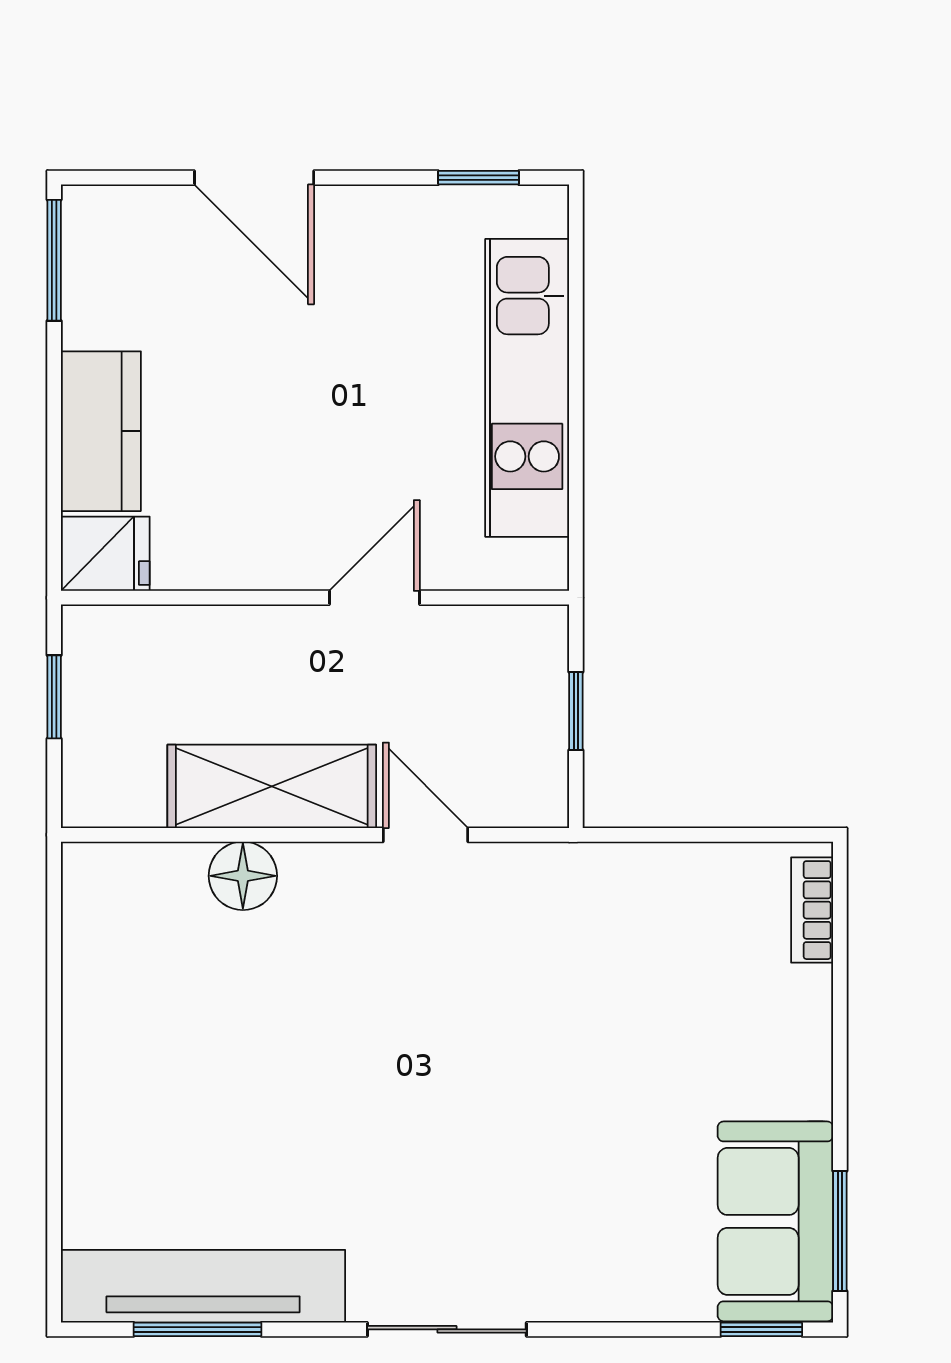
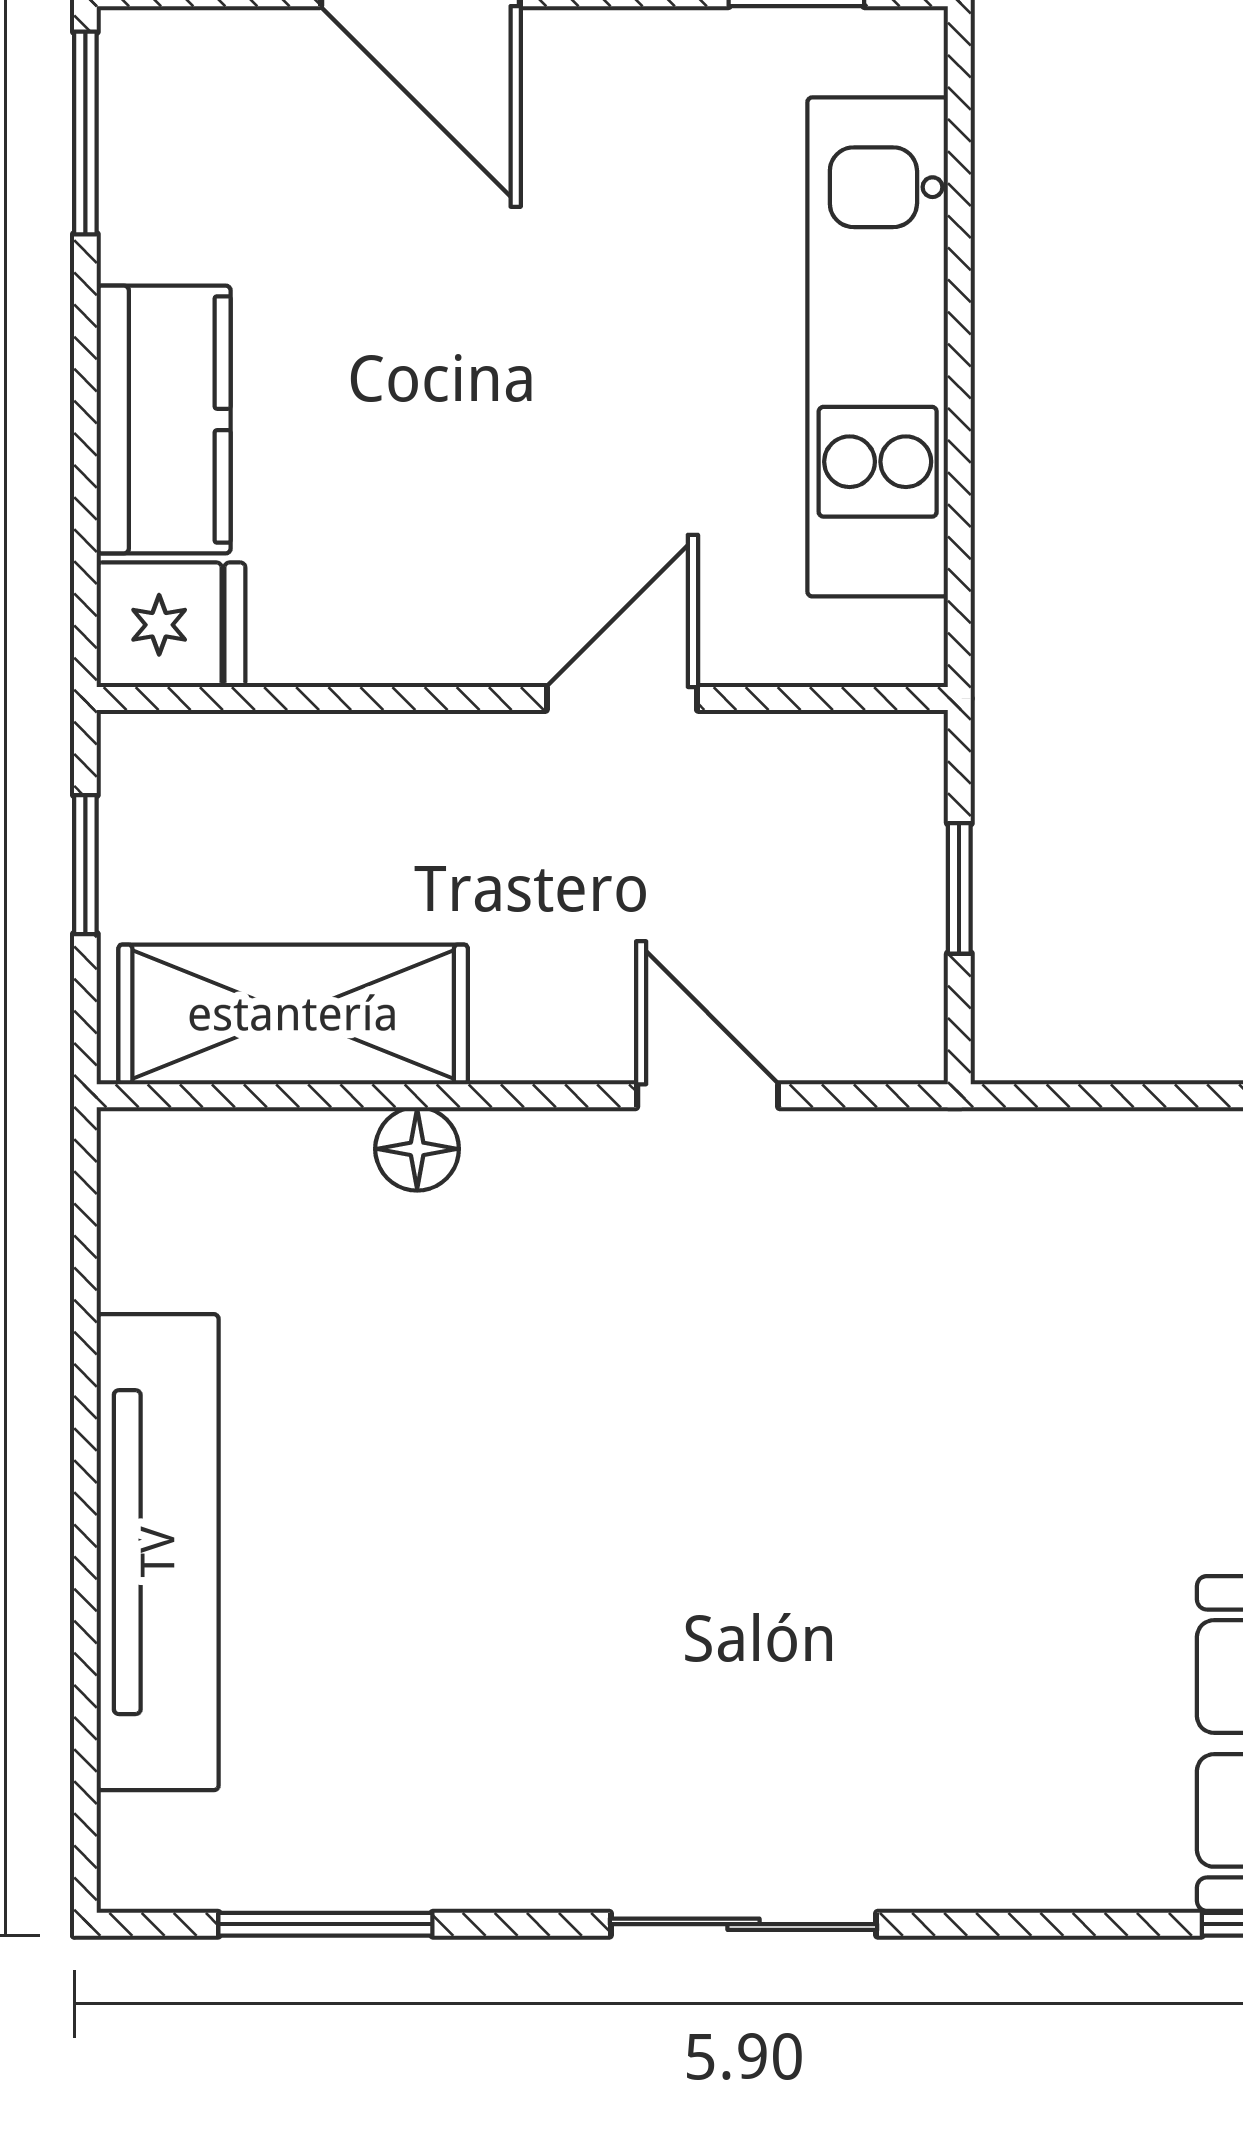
shelving: (272, 786) -> (293, 1014), moved
floor lamp: (243, 876) -> (417, 1149), width x0.73, depth x0.73
tv unit: (203, 1286) -> (158, 1552), moved, turned 90

